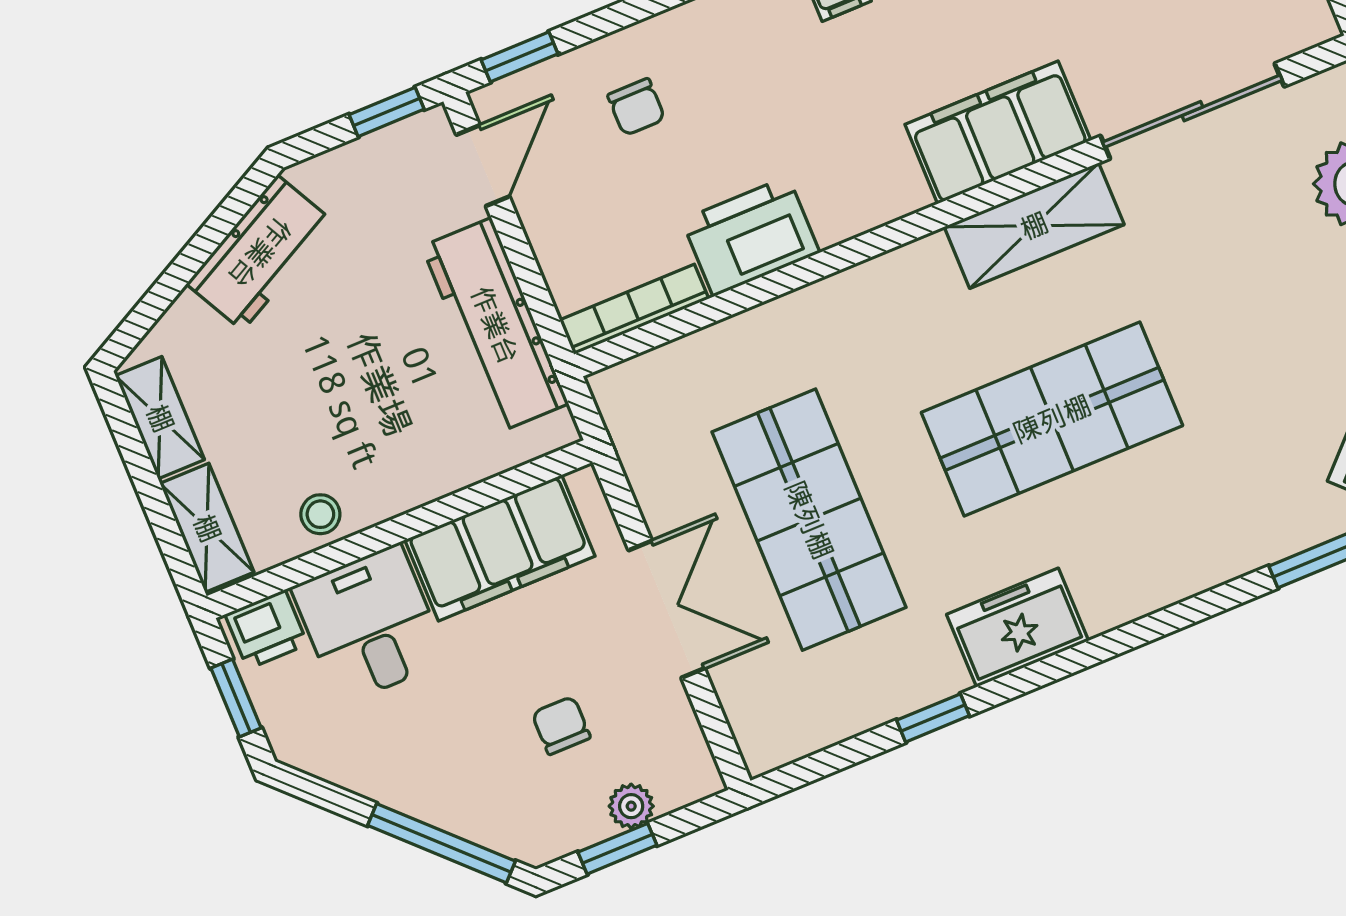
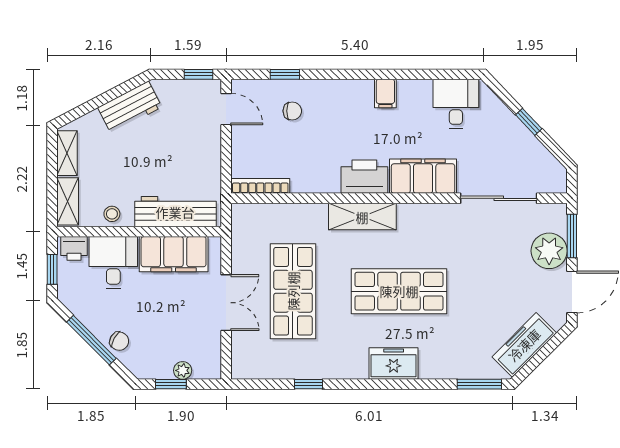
window: (520, 57) -> (285, 74), moved
chair: (636, 107) -> (292, 111), turned -90
door: (483, 166) -> (226, 109), hinge flipped
shelving: (1034, 226) -> (362, 217), moved
printer: (751, 236) -> (364, 177), moved
workbench: (495, 325) -> (175, 212), moved, turned 90
freezer: (1018, 628) -> (394, 364), moved
chair: (561, 725) -> (119, 341), moved, turned 119
window: (441, 843) -> (91, 340), moved

